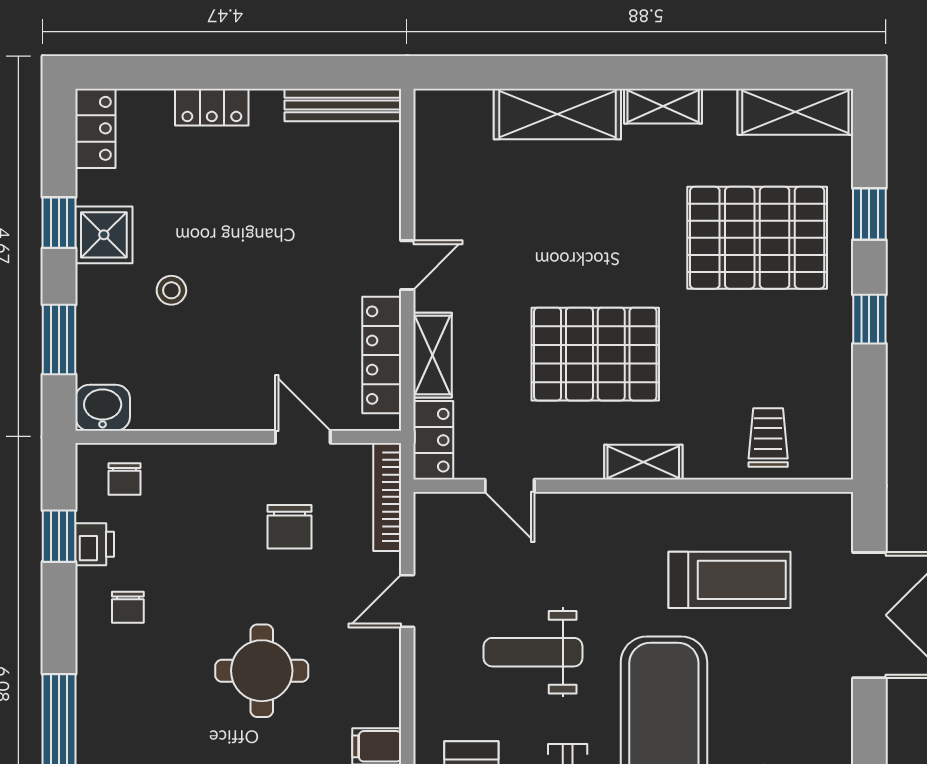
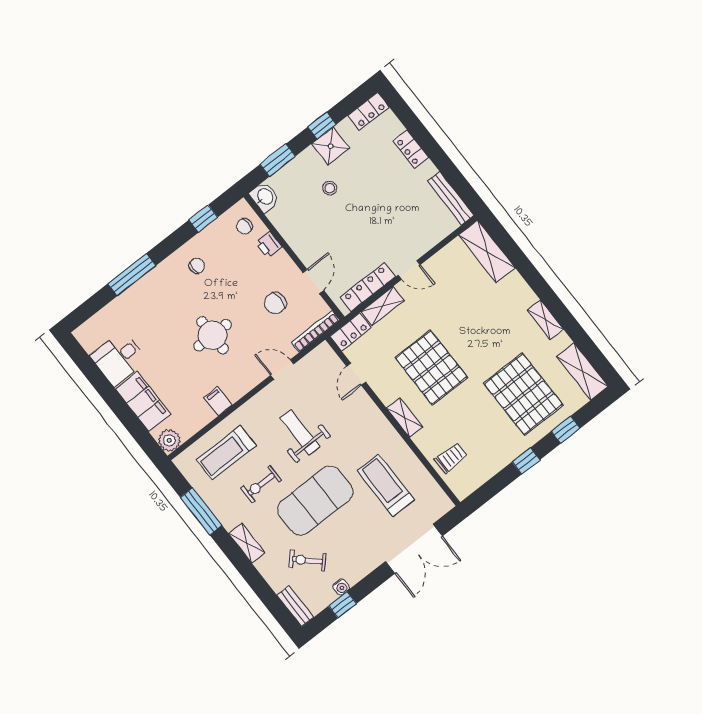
shelving: (557, 114) -> (487, 251), moved
printer: (95, 544) -> (269, 245), moved, turned 90
treadmill: (730, 580) -> (386, 485), turned 180
chair: (128, 607) -> (197, 266), turned 180

